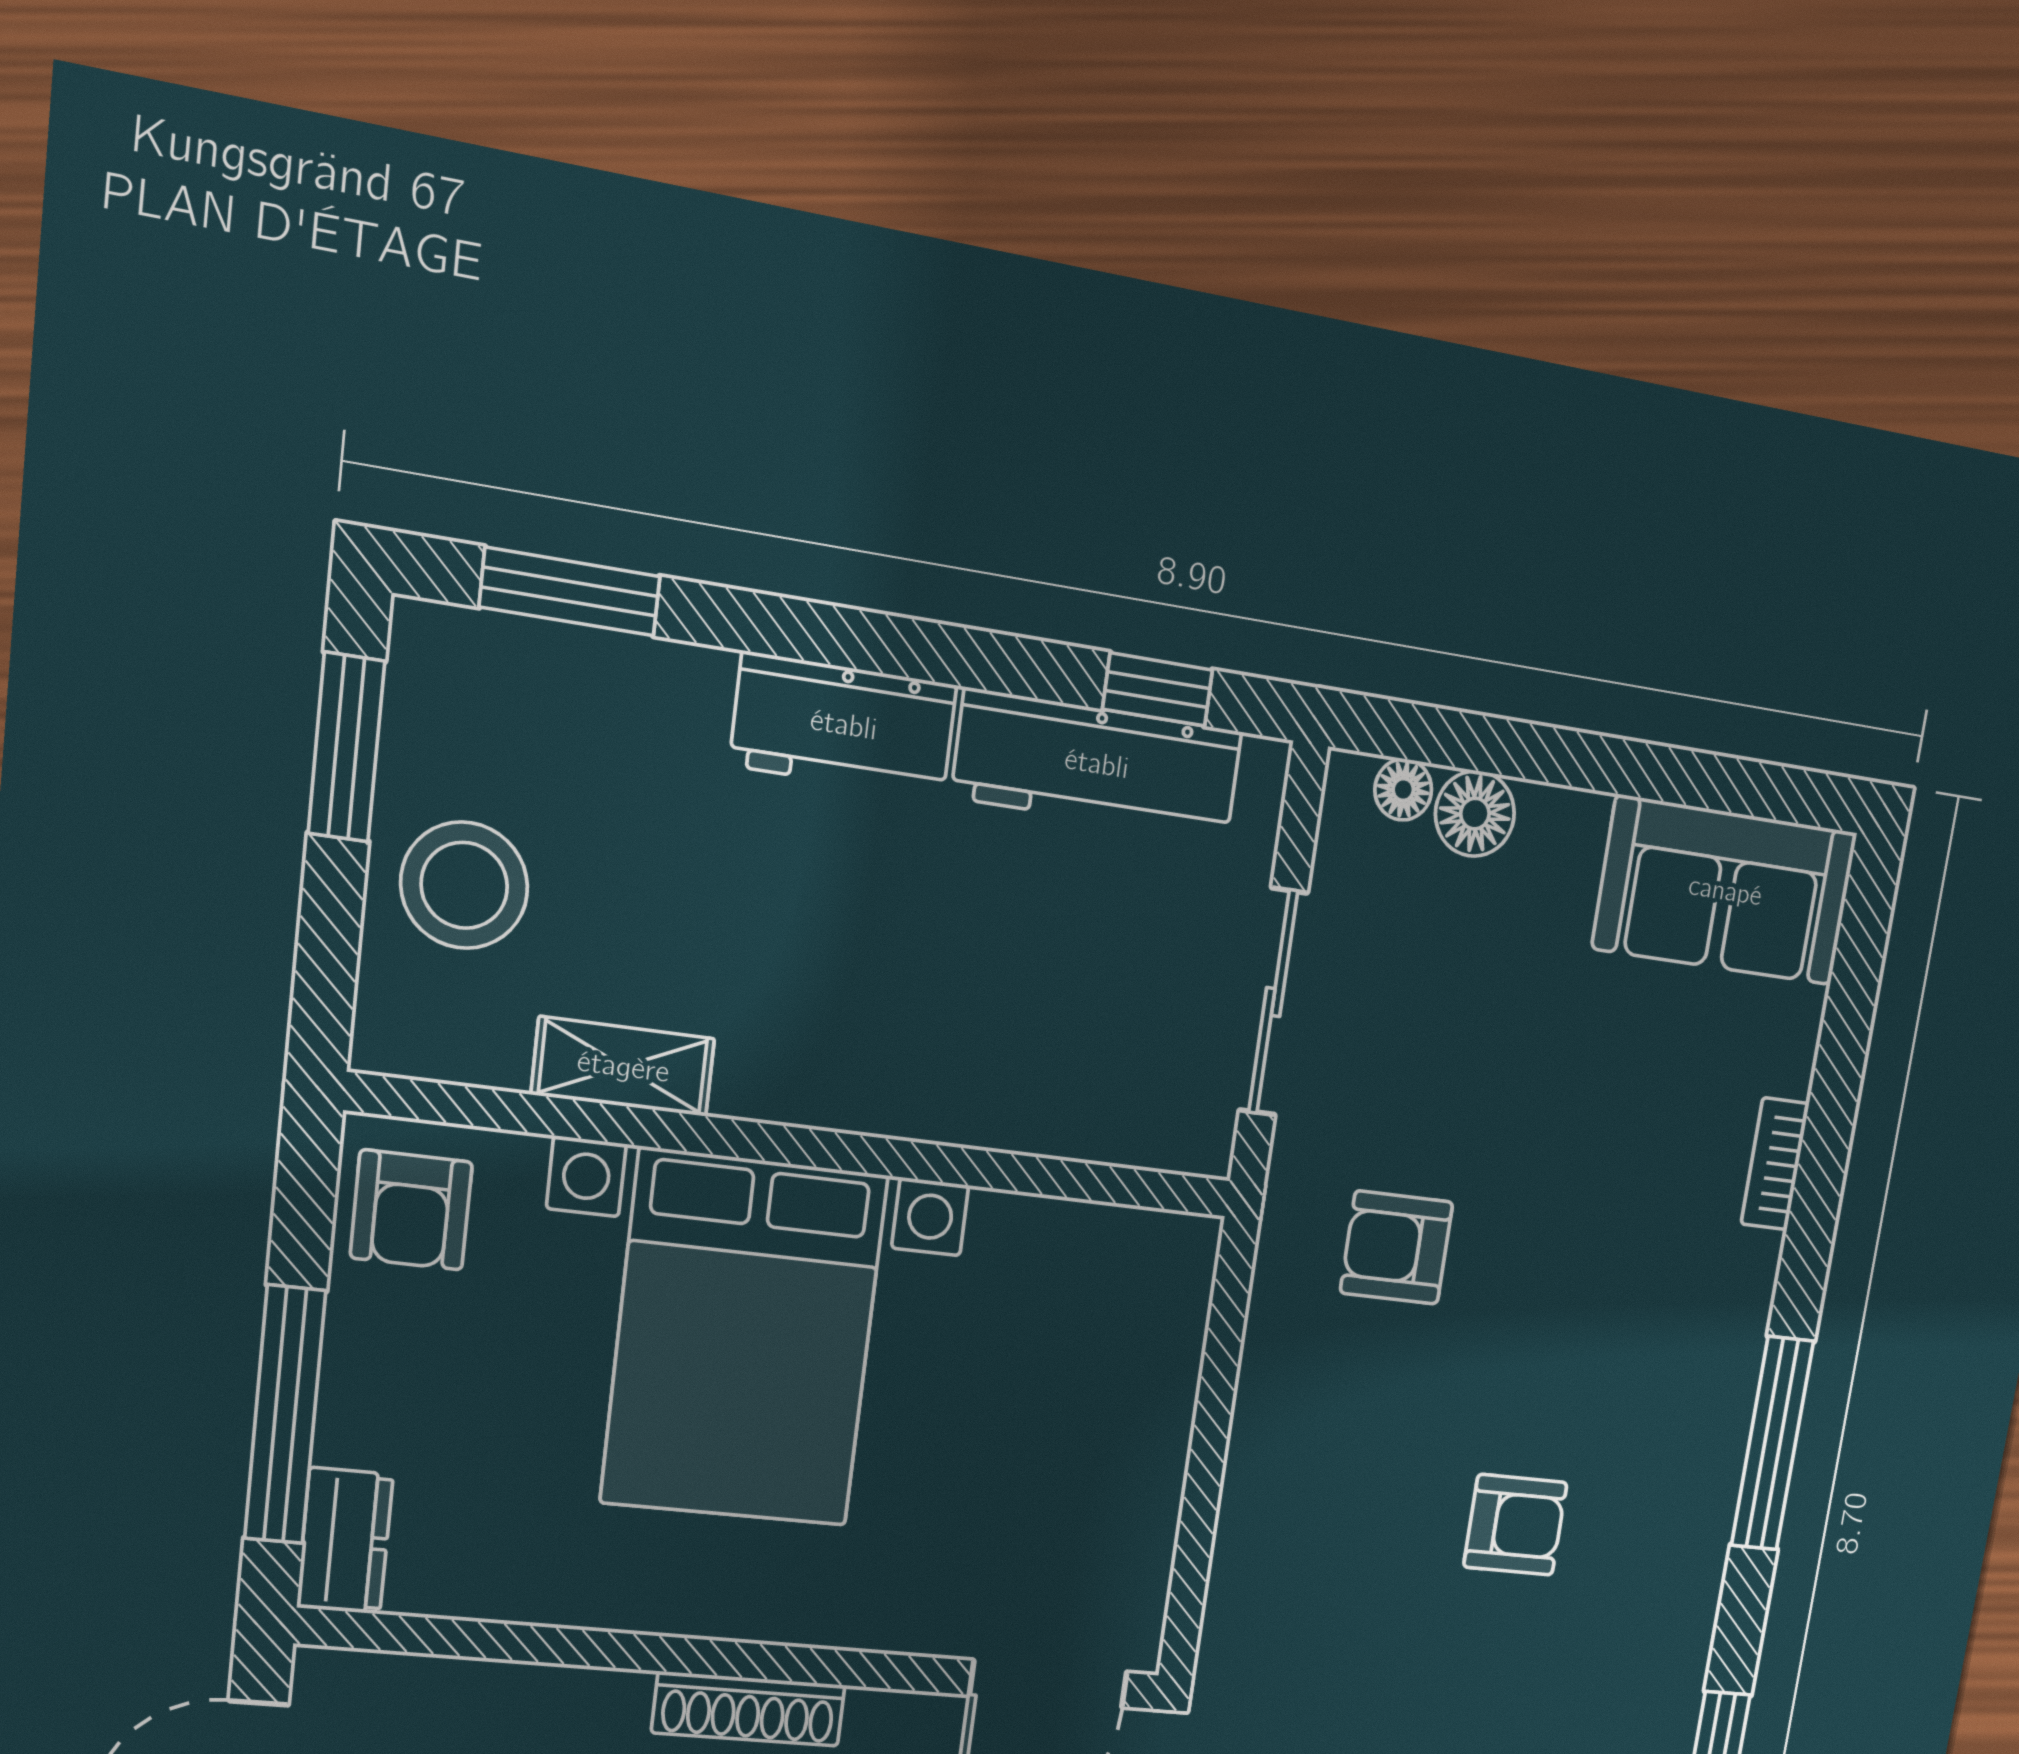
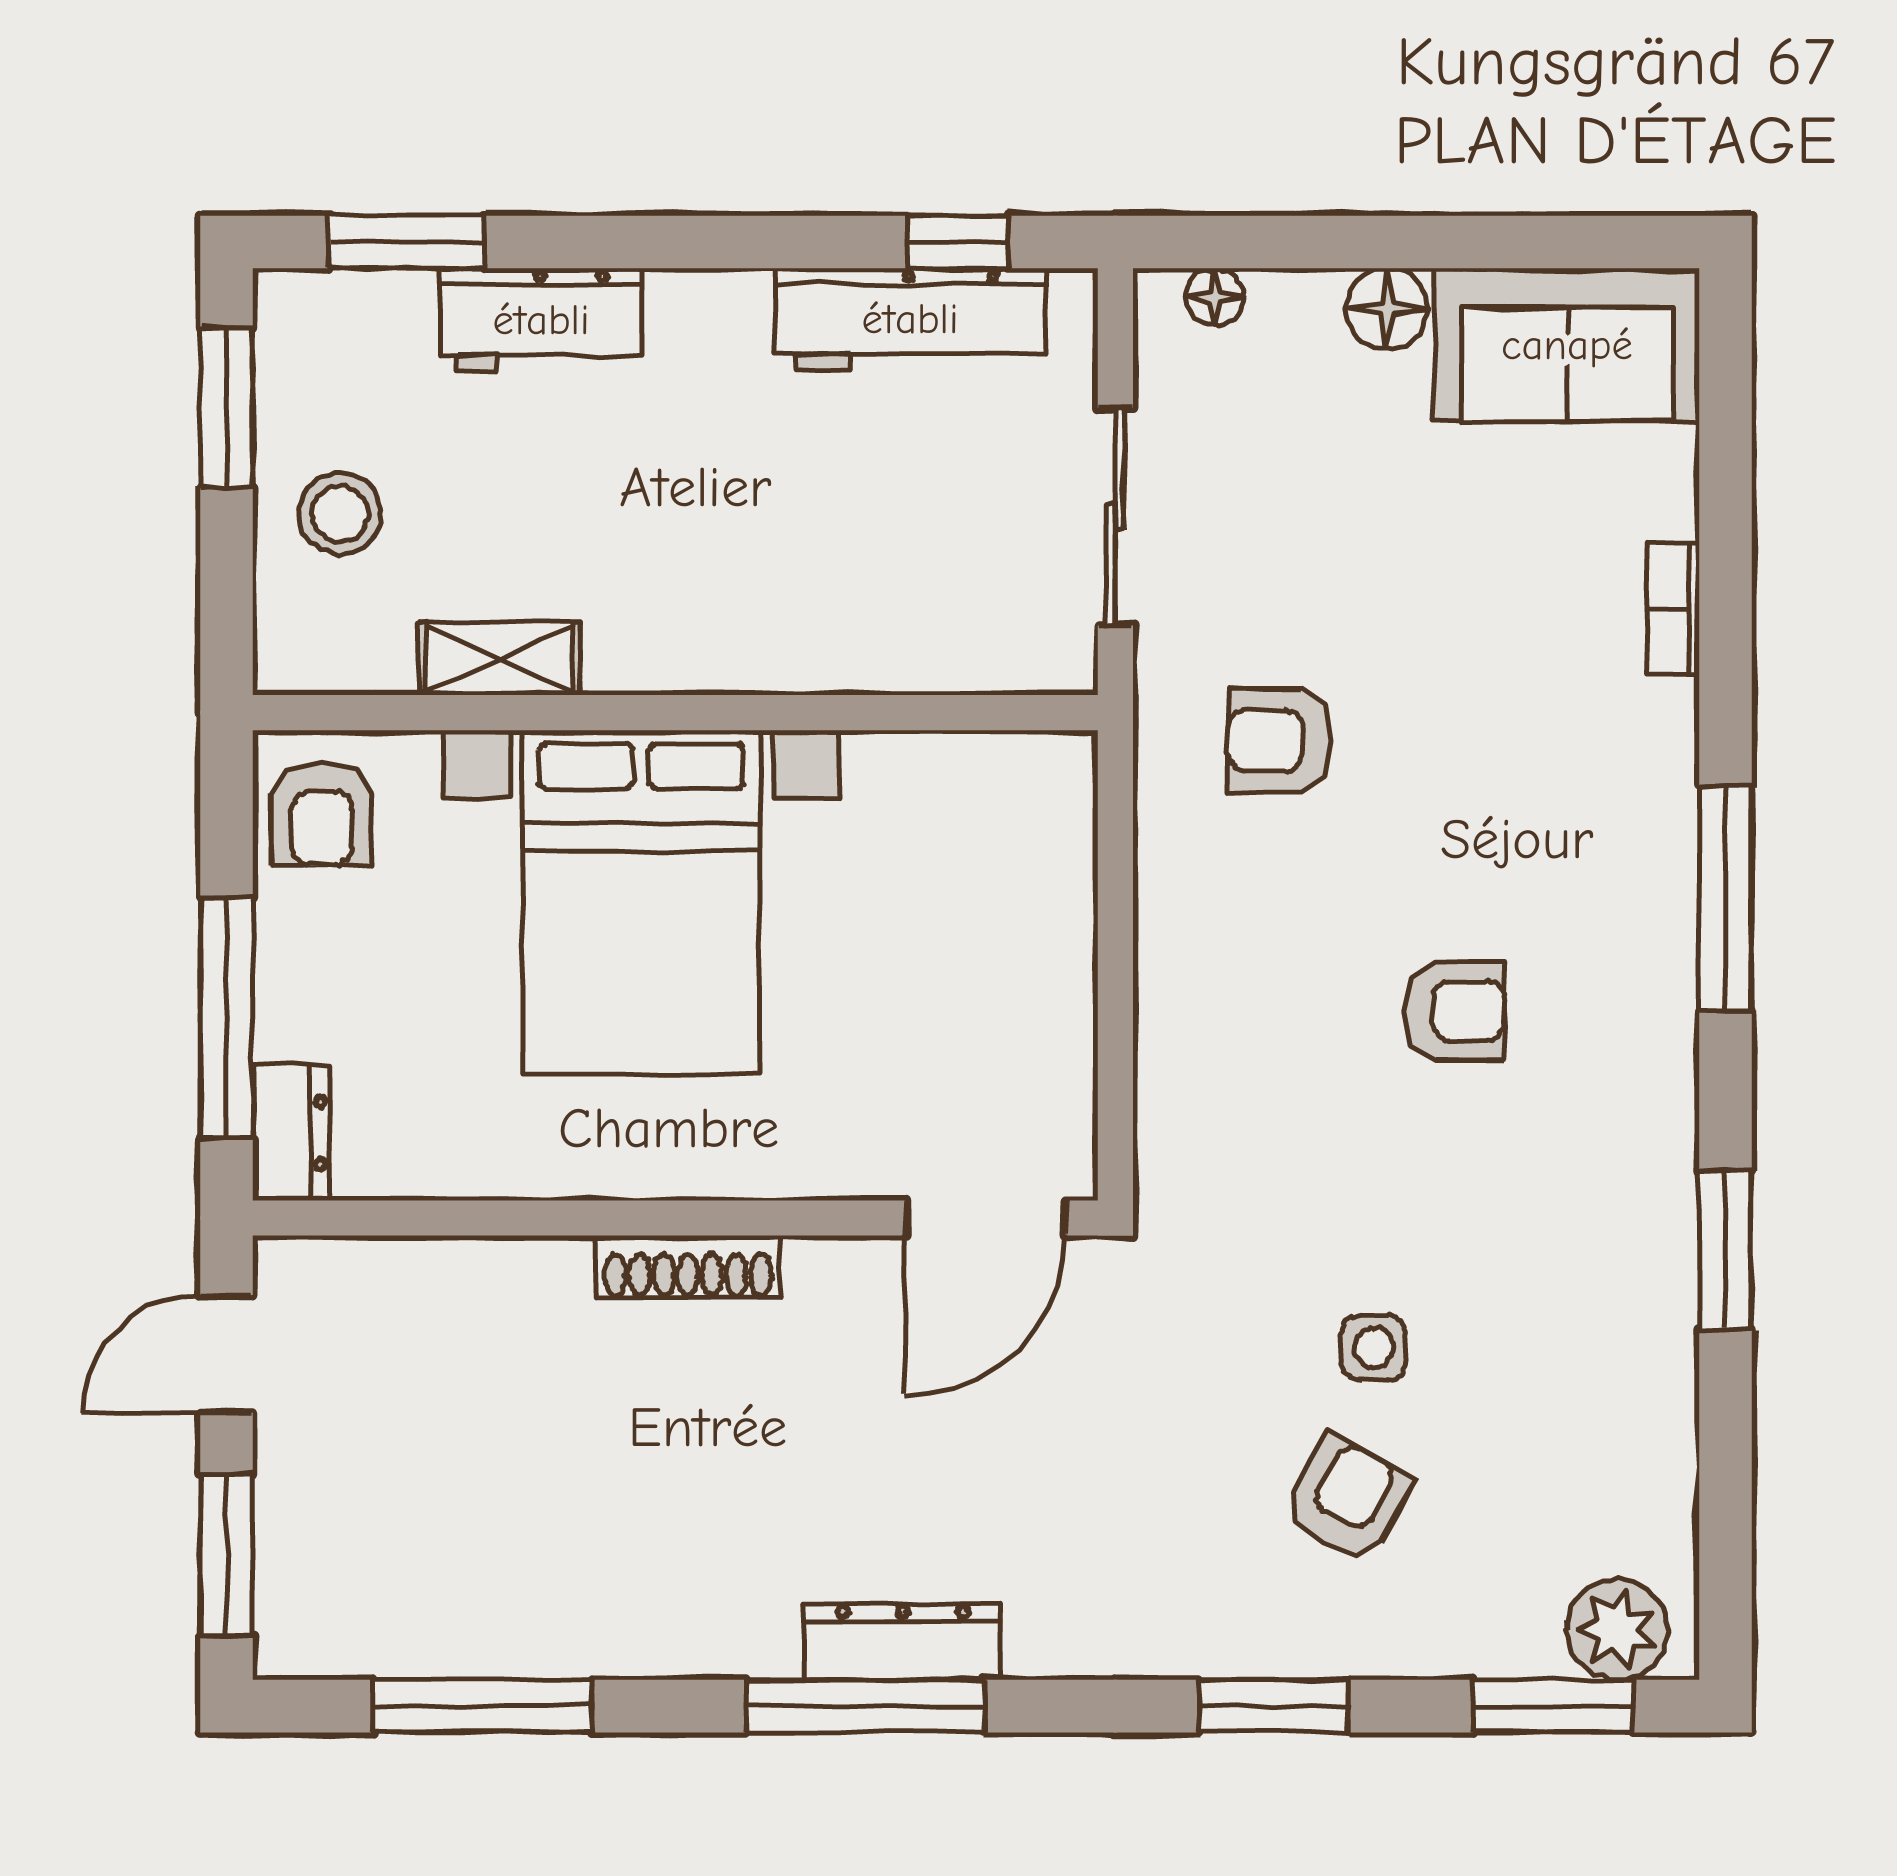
workbench: (844, 725) -> (541, 320), moved
floor lamp: (1475, 814) -> (1387, 309), moved
stool: (464, 885) -> (340, 514), width x0.73, depth x0.73

